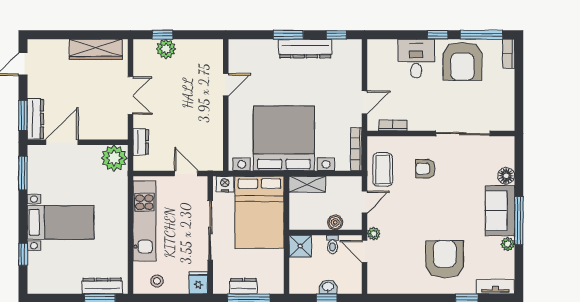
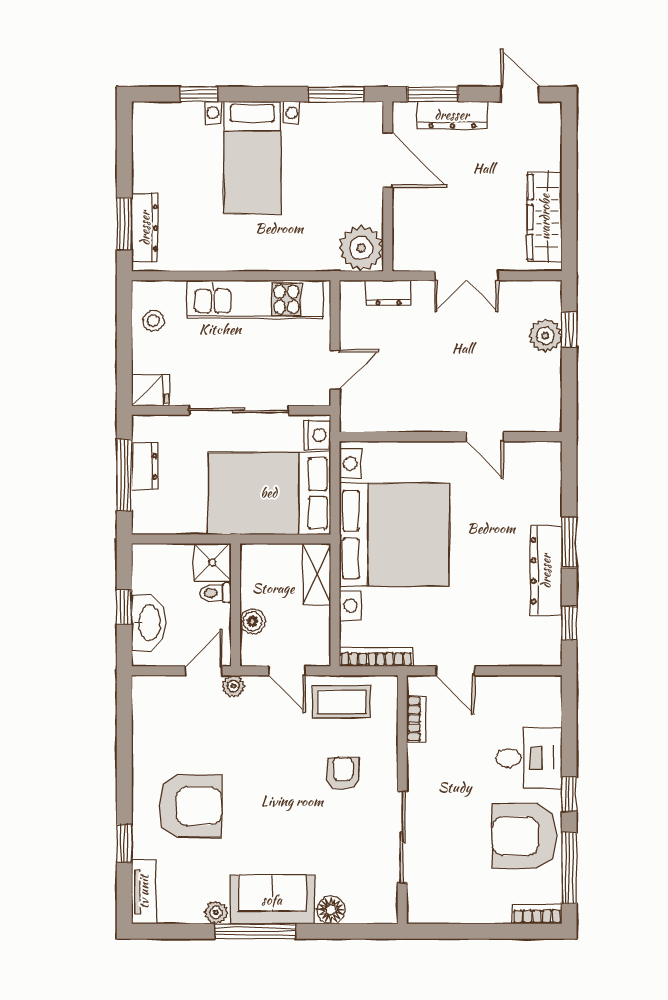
dresser: (35, 119) -> (452, 115), moved
toilet: (333, 244) -> (215, 593), moved
washbasin: (328, 287) -> (149, 623), width x1.91, depth x1.45

